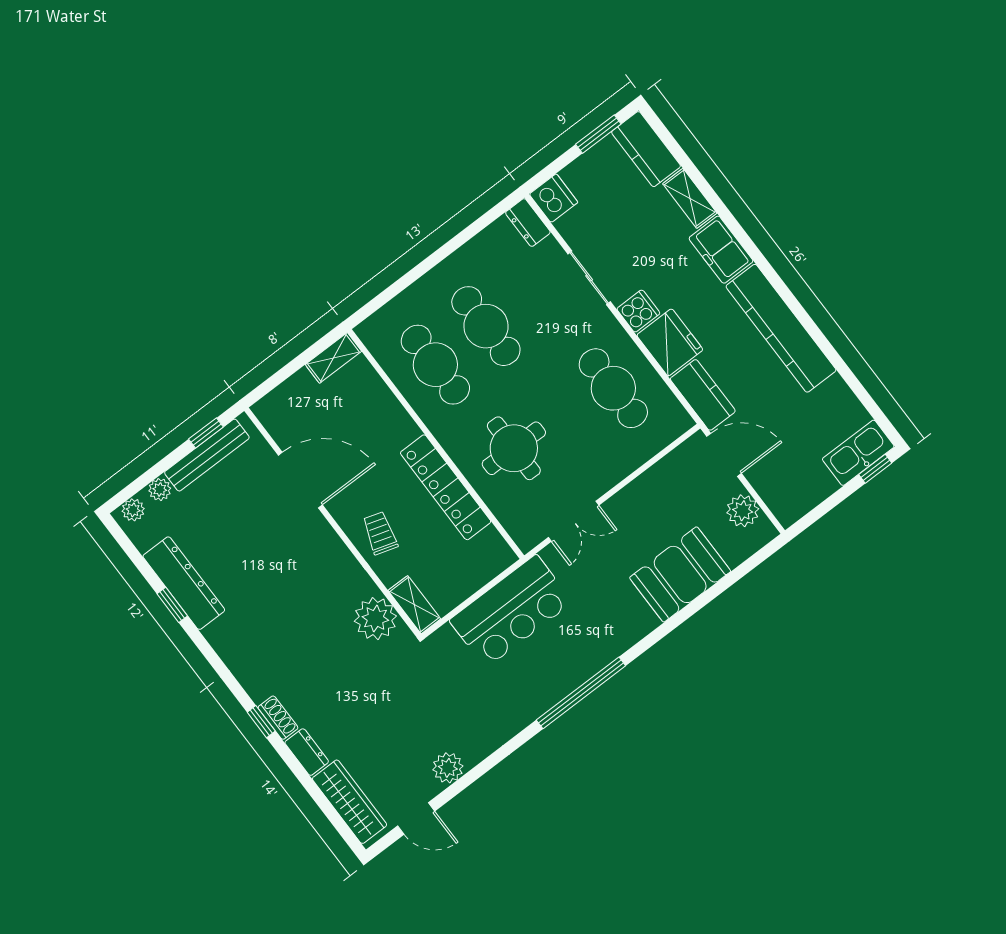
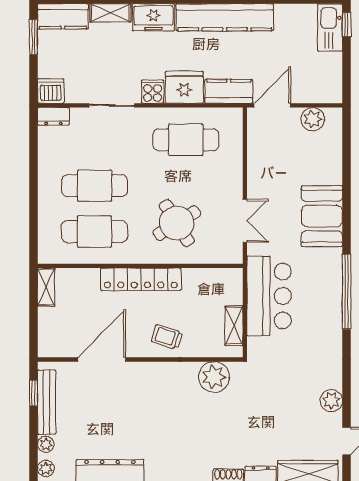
round table: (514, 448) -> (177, 223), turned -32
locker: (446, 487) -> (141, 279), moved
booth: (680, 574) -> (322, 216), moved
shelving: (414, 605) -> (234, 326), moved, turned 90

